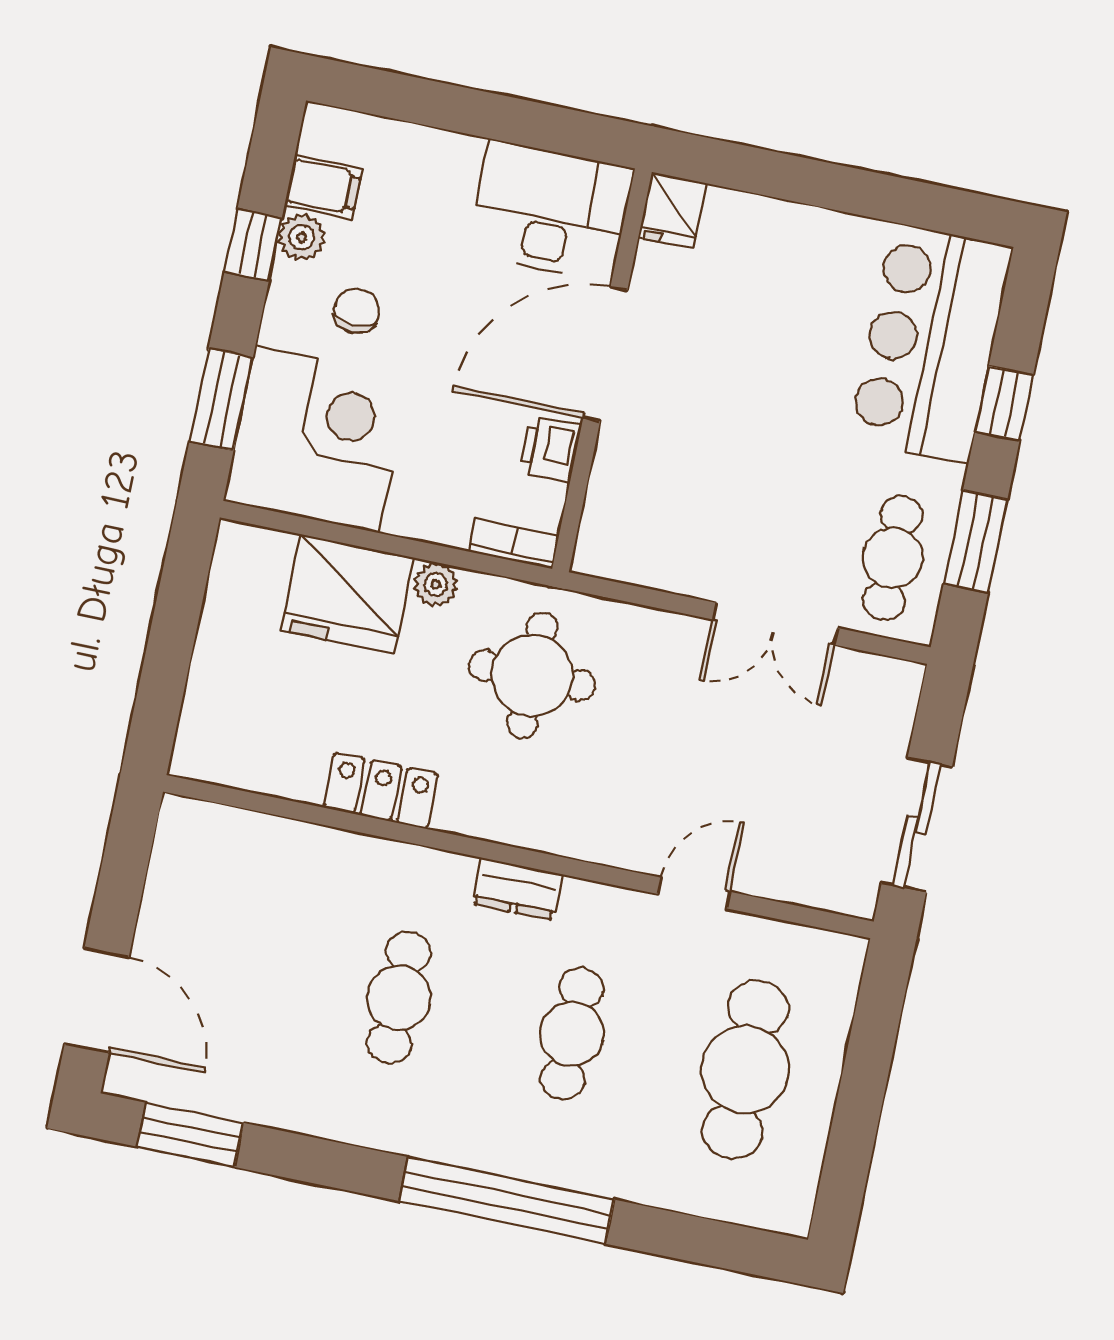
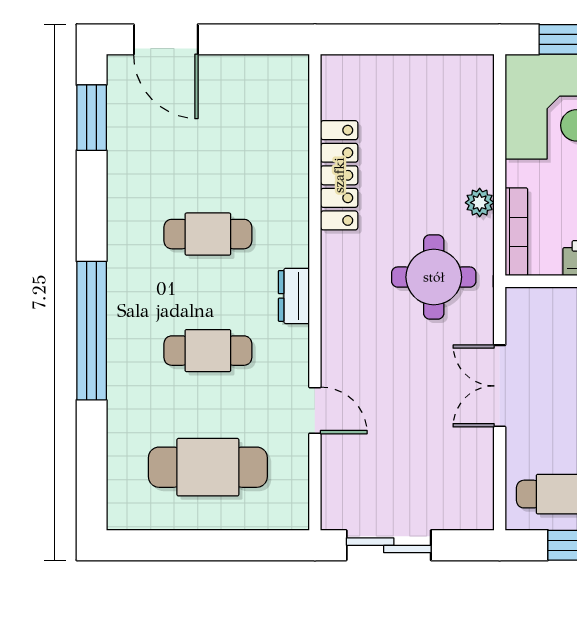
bookcase: (514, 544) -> (516, 232), width x1.56
fridge: (347, 594) -> (462, 147), removed
double door: (775, 624) -> (500, 386), moved
locker: (381, 791) -> (339, 175), width x1.53
door: (97, 1000) -> (166, 39), hinge flipped

